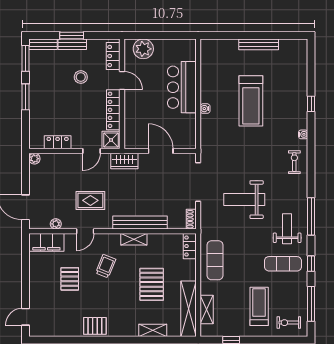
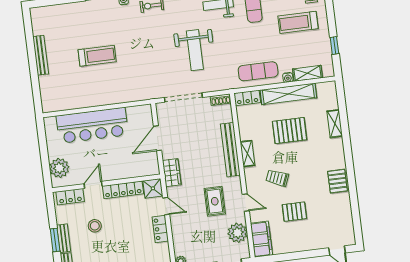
bar counter: (182, 87) -> (92, 125), width x1.36
treadmill: (251, 101) -> (97, 56), width x0.73, depth x0.73
water cooler: (205, 109) -> (288, 77), moved
locker: (58, 142) -> (160, 229), moved
plant: (56, 224) -> (238, 233), width x1.87, depth x1.87
shelving: (189, 309) -> (288, 94), moved

